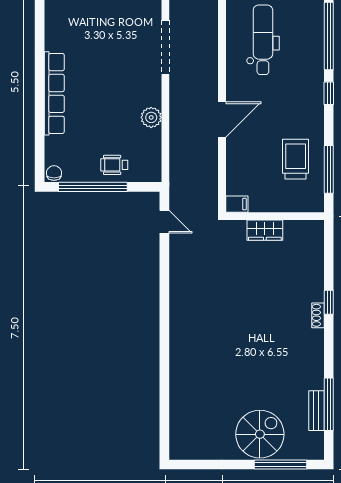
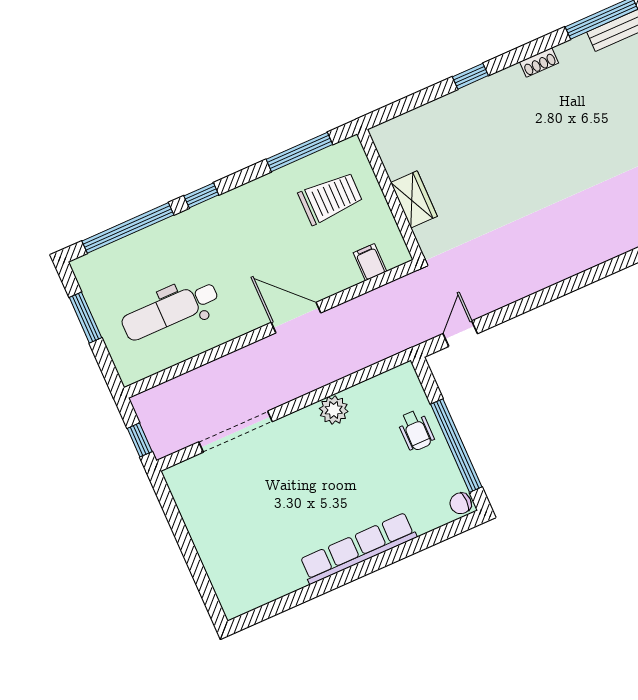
trolley: (296, 159) -> (330, 198), moved, turned 180
filing cabinet: (237, 204) -> (370, 262), moved
shoe rack: (318, 315) -> (539, 62), moved

